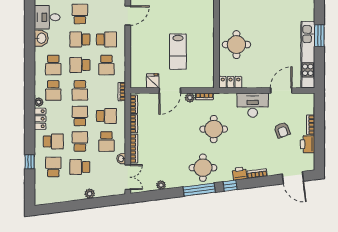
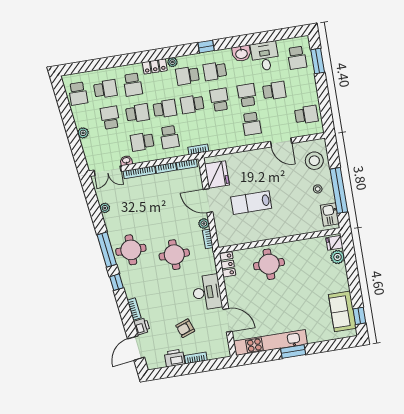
school desk: (106, 65) -> (78, 94), moved, turned -90
fridge: (153, 81) -> (217, 175), width x1.88, depth x1.34
window: (30, 162) -> (206, 47), moved
printer: (240, 174) -> (142, 326), moved

